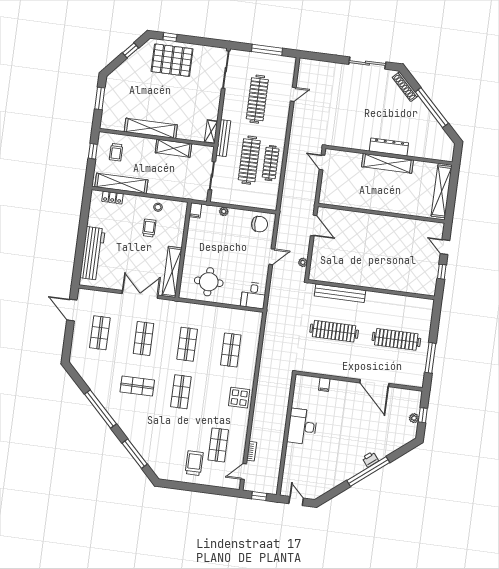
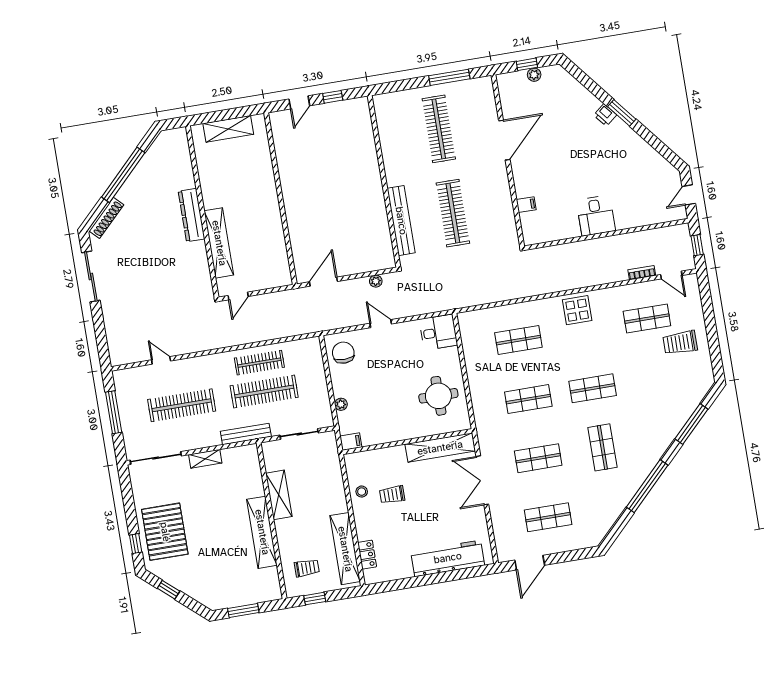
shelving: (211, 132) -> (205, 459), moved
shelving: (387, 163) -> (219, 243), moved
shelving: (442, 191) -> (228, 129), width x0.68
desk: (302, 427) -> (596, 216), width x0.73
window: (368, 471) -> (622, 113), width x0.47

